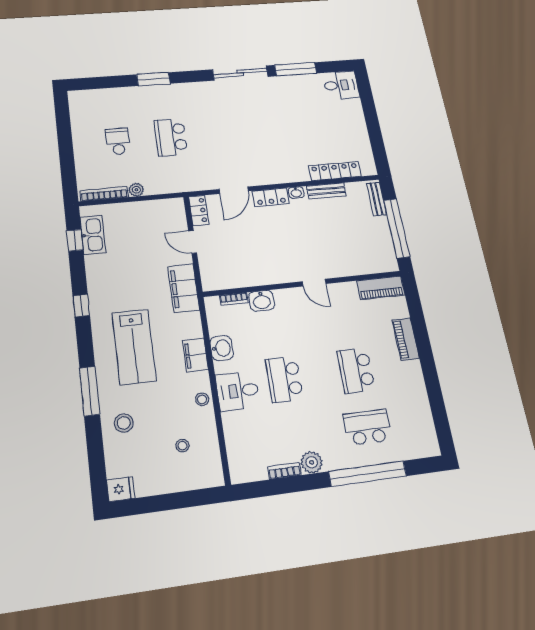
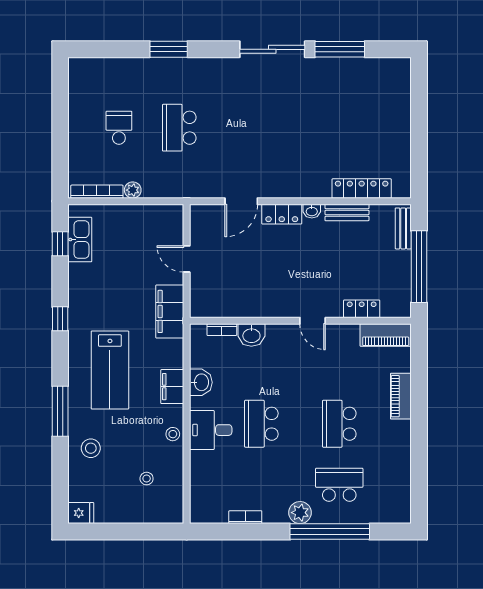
desk: (341, 85) -> (391, 76), removed
locker: (199, 210) -> (362, 309), moved, turned -90
plant: (312, 462) -> (300, 513), moved

